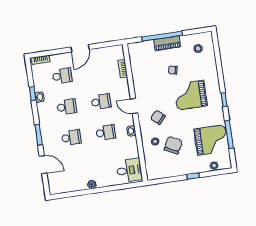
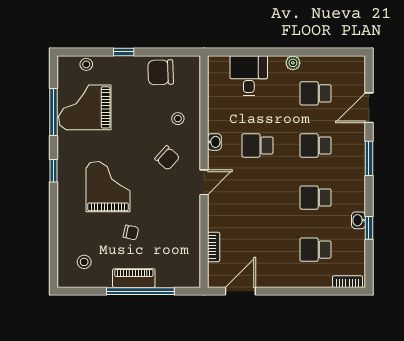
door: (80, 48) -> (240, 291), moved
grand piano: (191, 95) -> (108, 187), turned -90
school desk: (101, 102) -> (316, 93), moved
door: (134, 106) -> (204, 182), hinge flipped
chair: (173, 145) -> (161, 72), moved, turned 61
door: (43, 165) -> (369, 108), hinge flipped
desk: (129, 170) -> (249, 76), moved, turned 90

